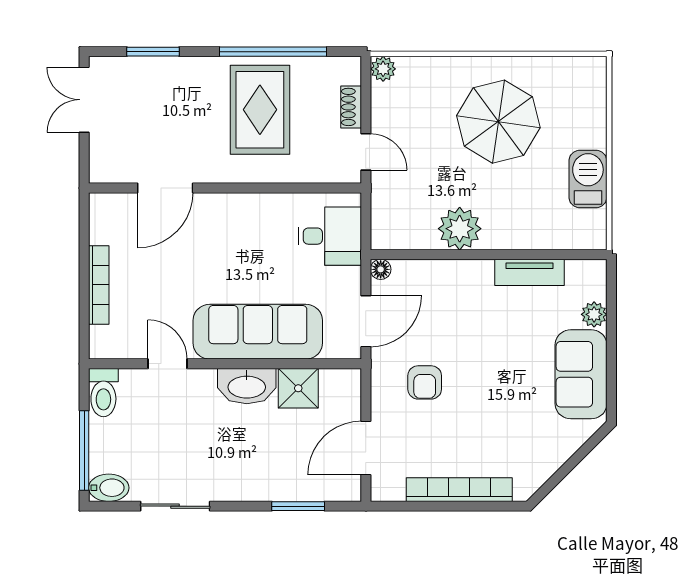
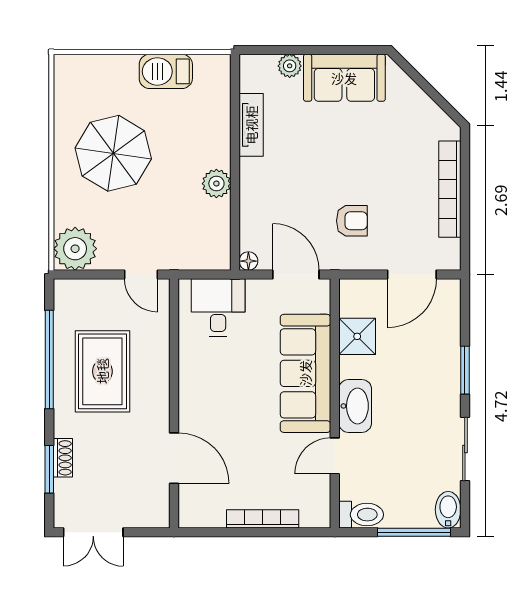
plant: (383, 69) -> (75, 249), width x1.88, depth x1.88
shoe rack: (351, 107) -> (63, 458), moved, turned -90
rug: (260, 110) -> (102, 371), turned 90
door: (366, 152) -> (141, 274), swing flipped
plant: (460, 229) -> (216, 184), width x0.73, depth x0.73
washbasin: (247, 386) -> (355, 406), moved
door: (366, 448) -> (412, 274), hinge flipped
window: (298, 506) -> (465, 370), moved

